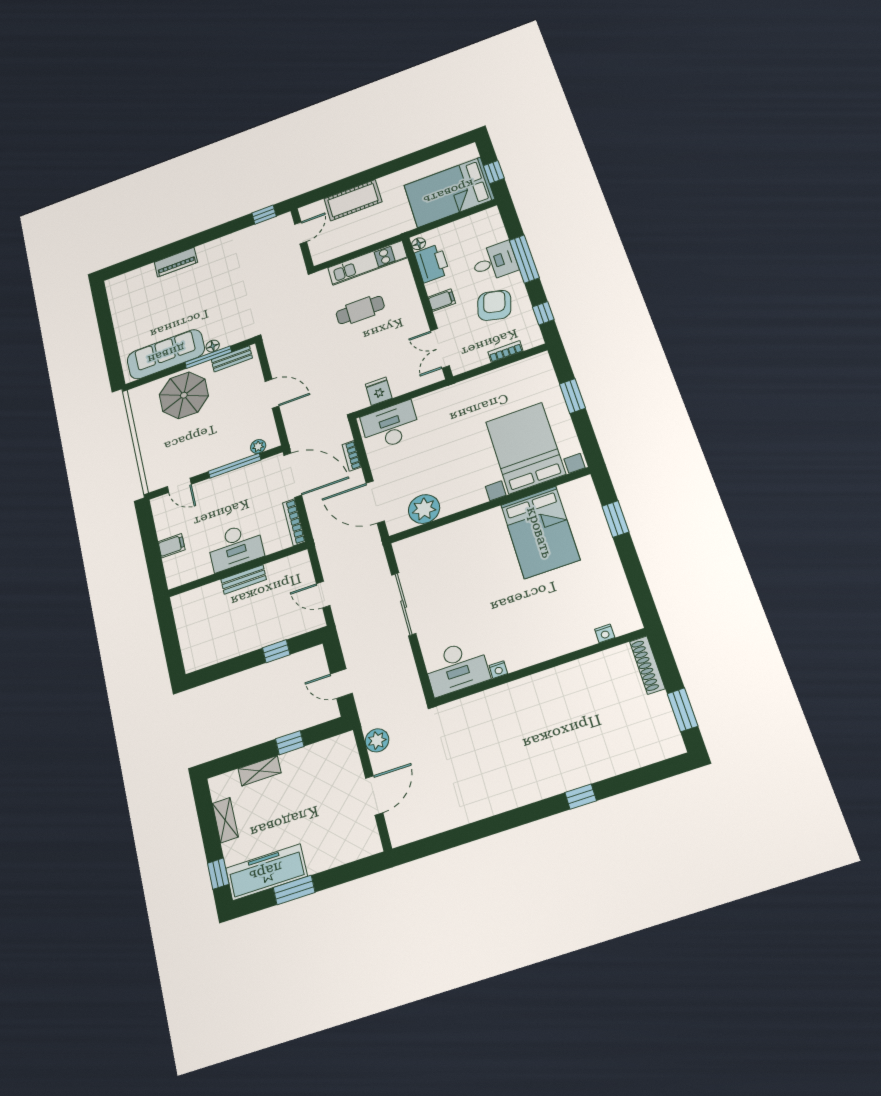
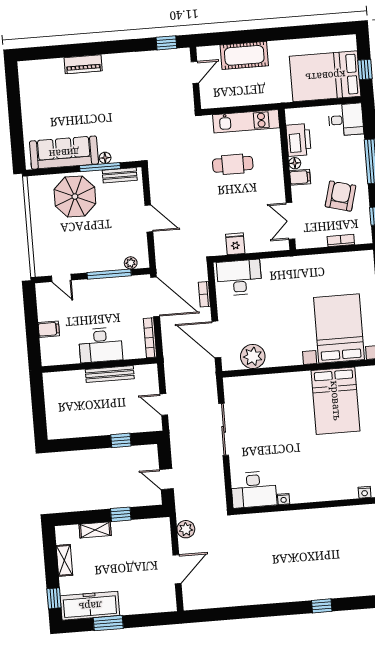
floor lamp: (419, 244) -> (295, 163), moved
desk: (495, 262) -> (346, 120), moved
bench: (244, 579) -> (110, 374), width x1.36

